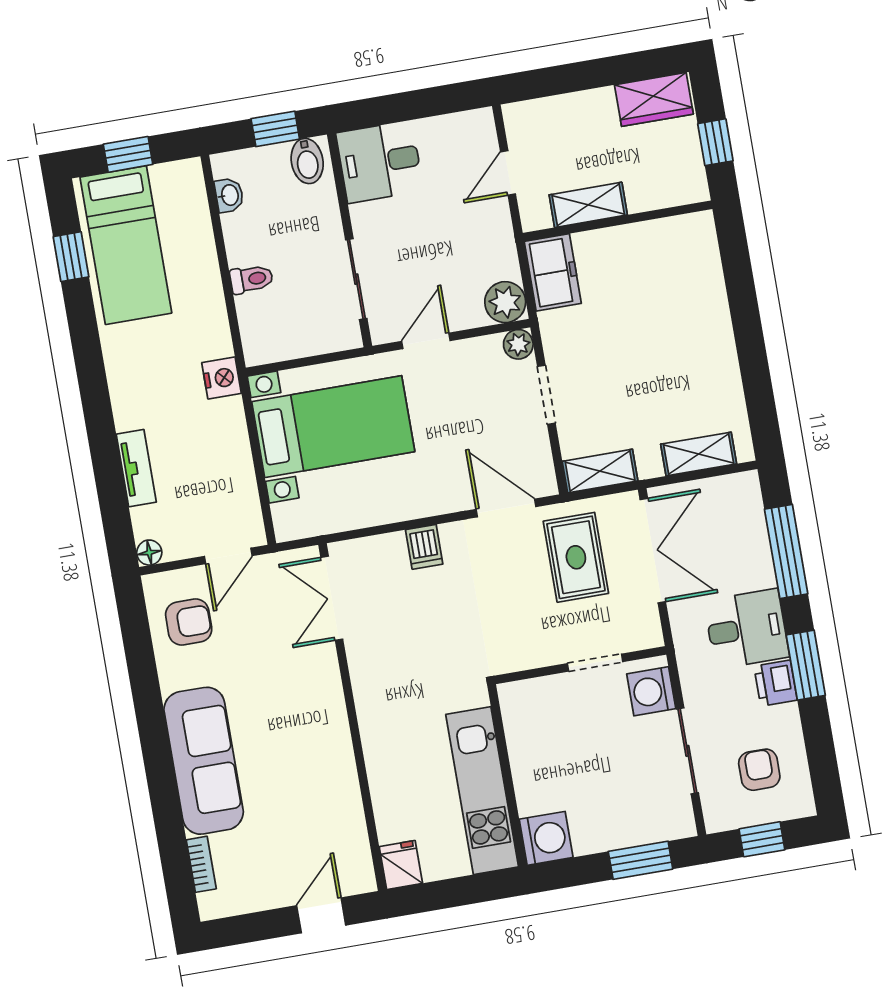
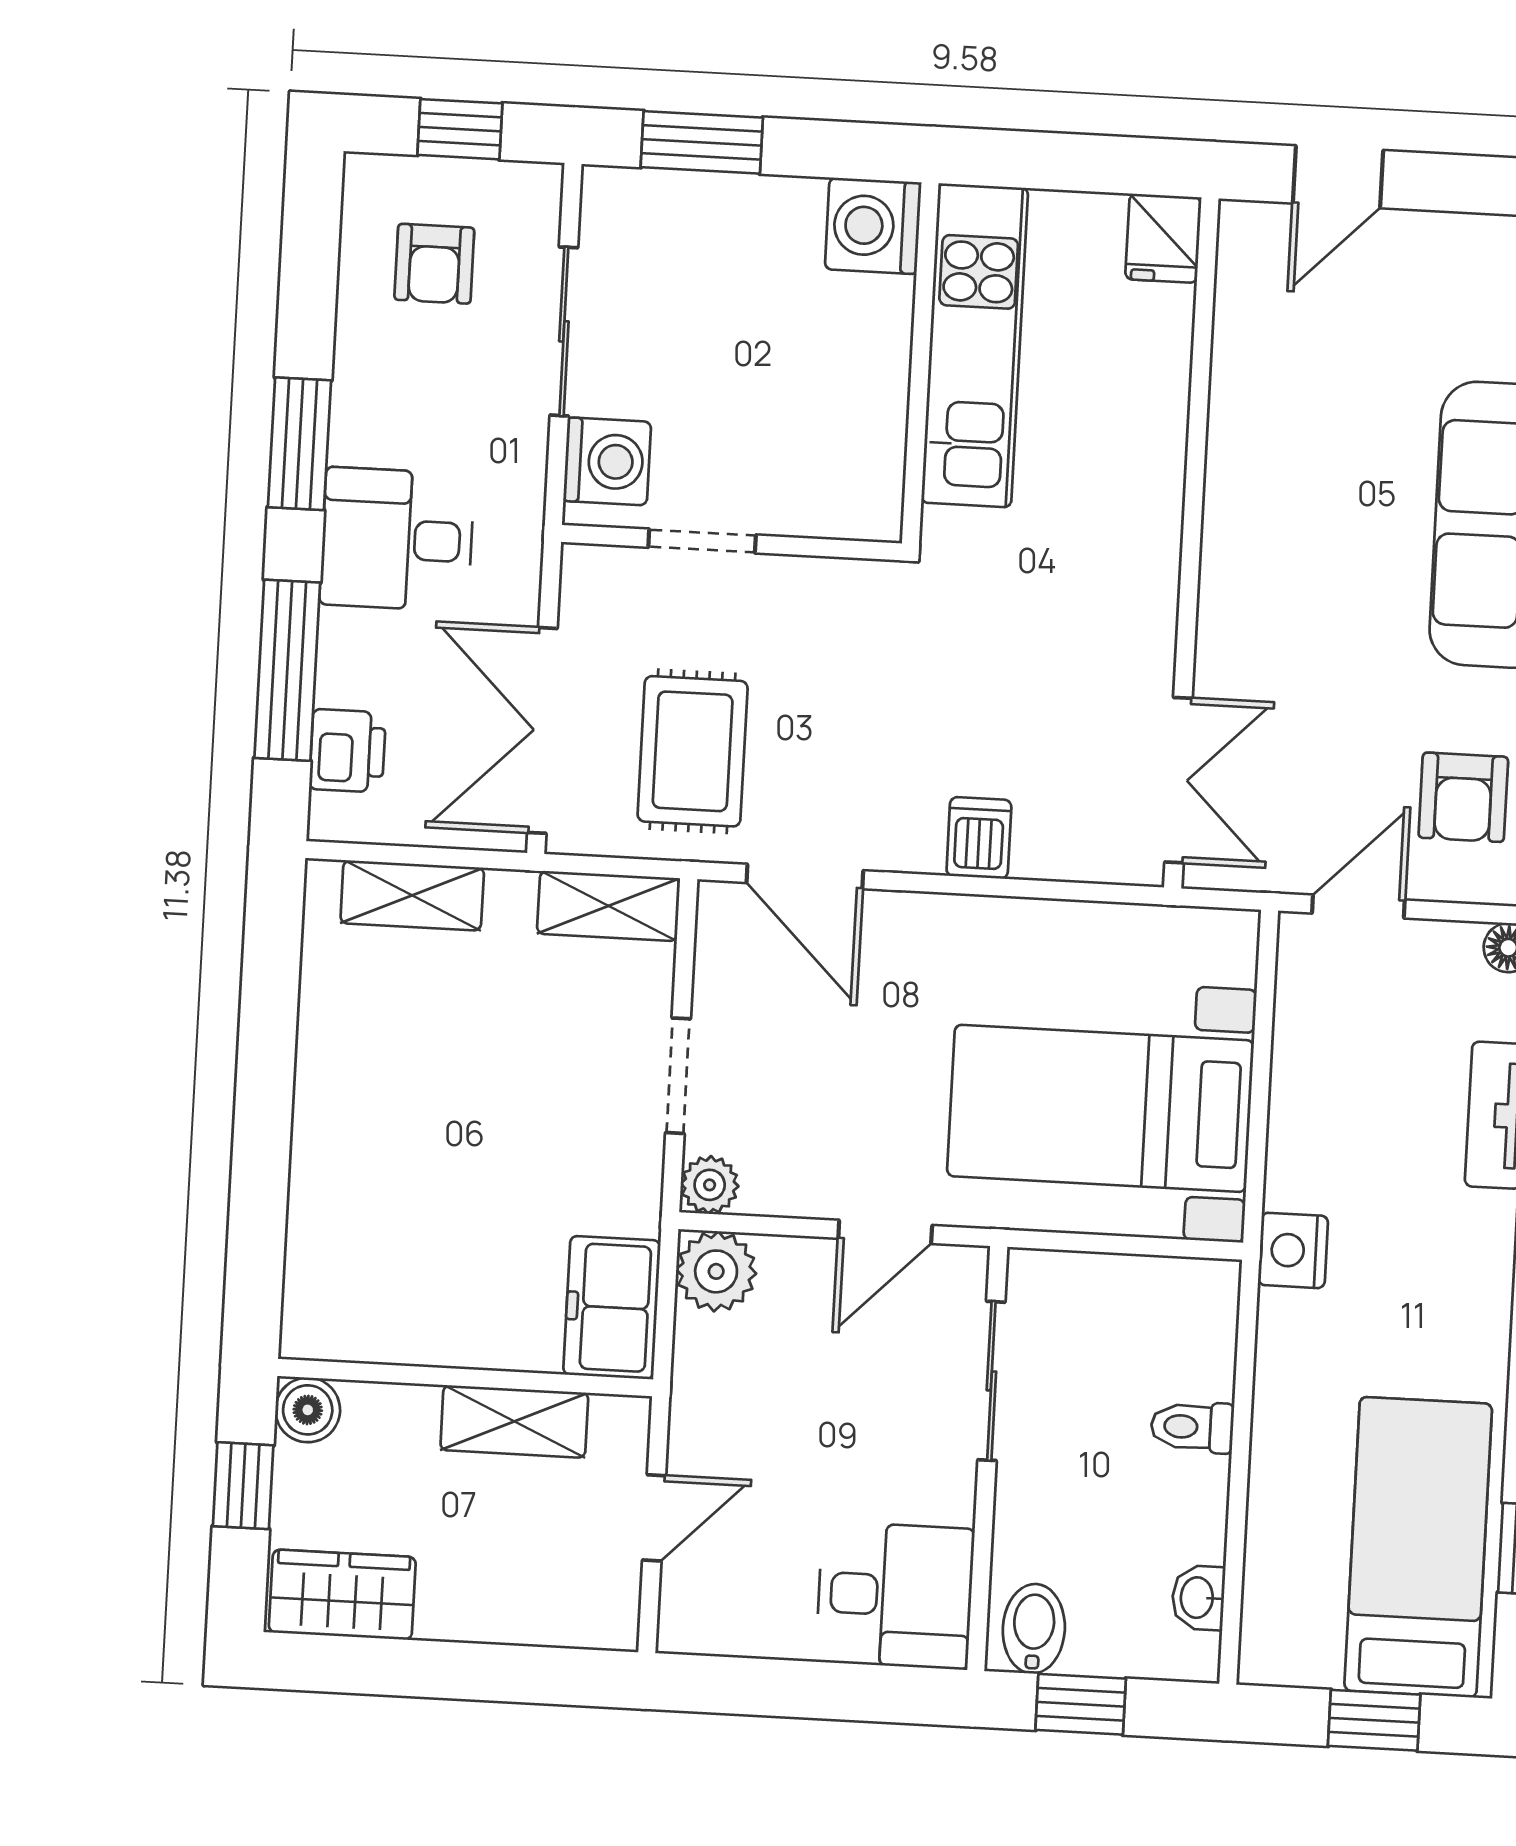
boiler: (692, 187) -> (308, 1410), added
armchair: (189, 622) -> (1463, 797), turned -90
printer: (776, 683) -> (347, 751), moved

